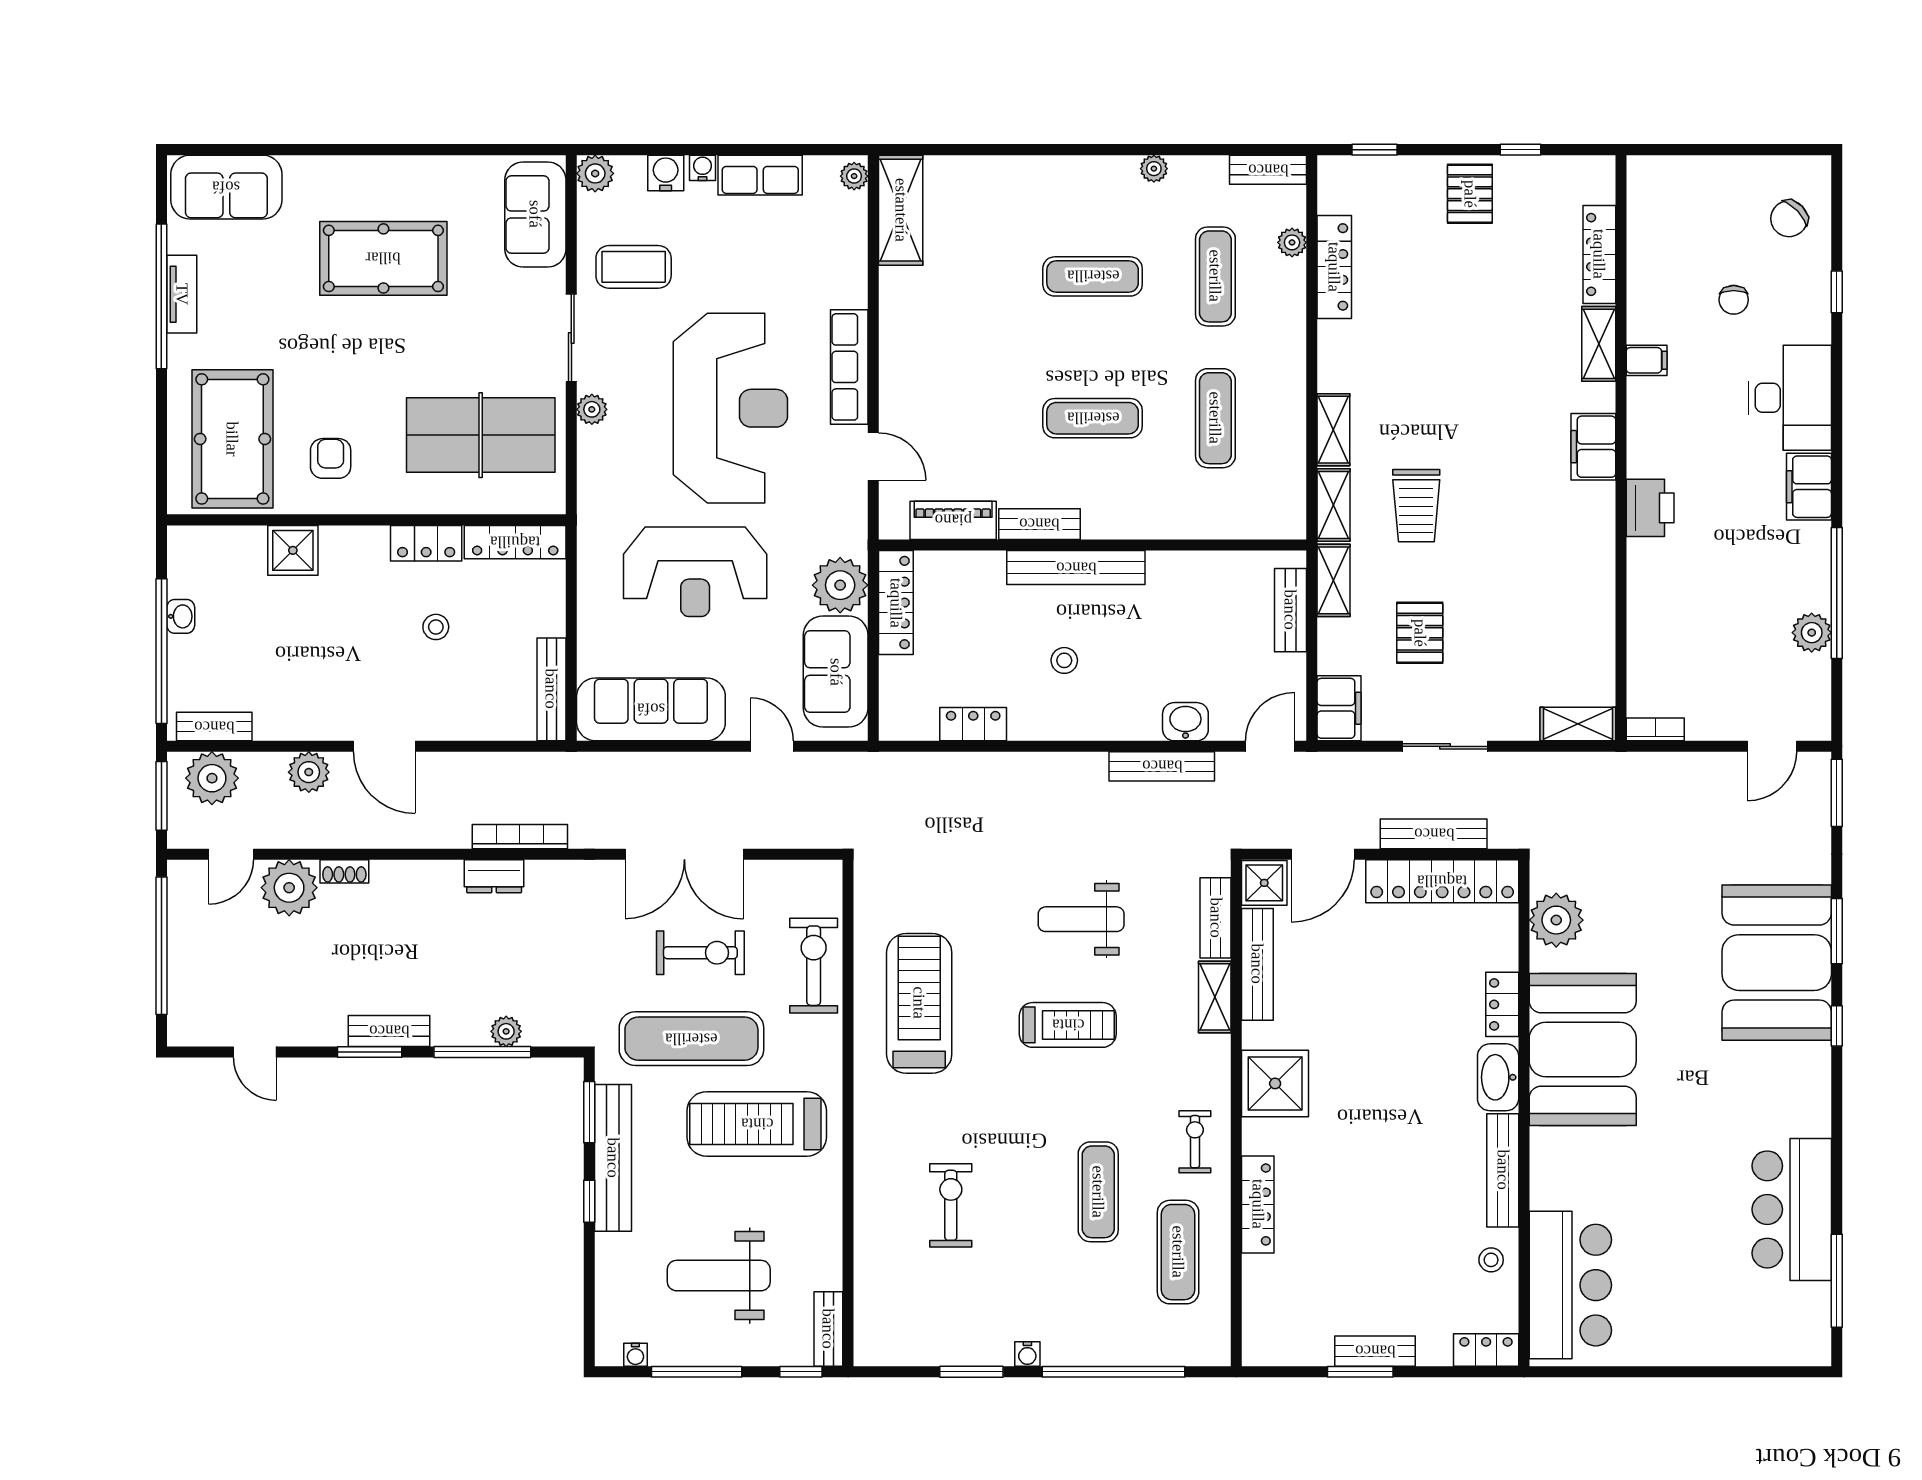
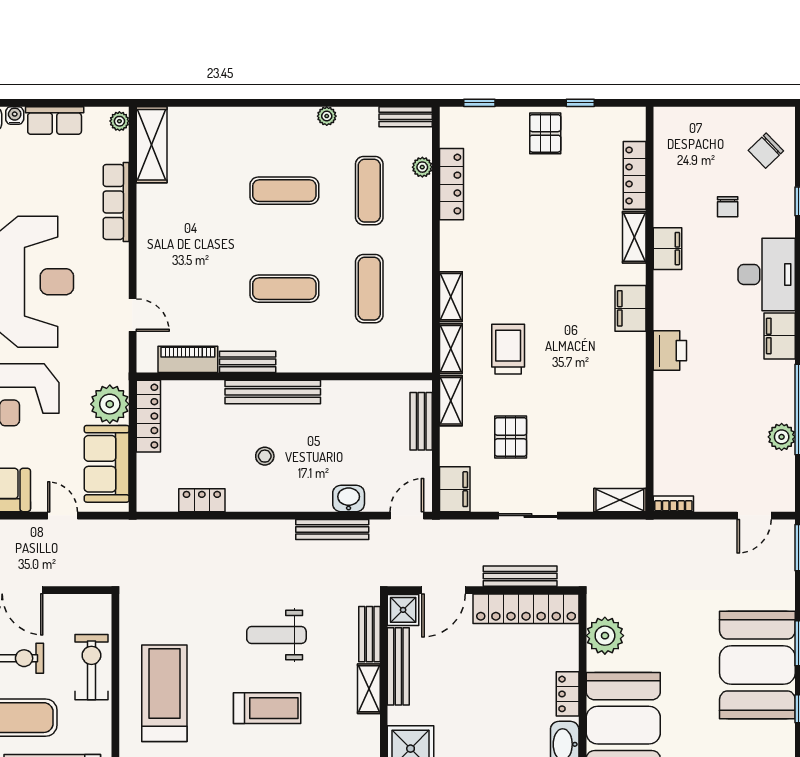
filing cabinet: (1647, 360) -> (667, 249), width x2.00
row of seats: (849, 367) -> (116, 202), moved
trolley: (1416, 506) -> (508, 349), turned 180

